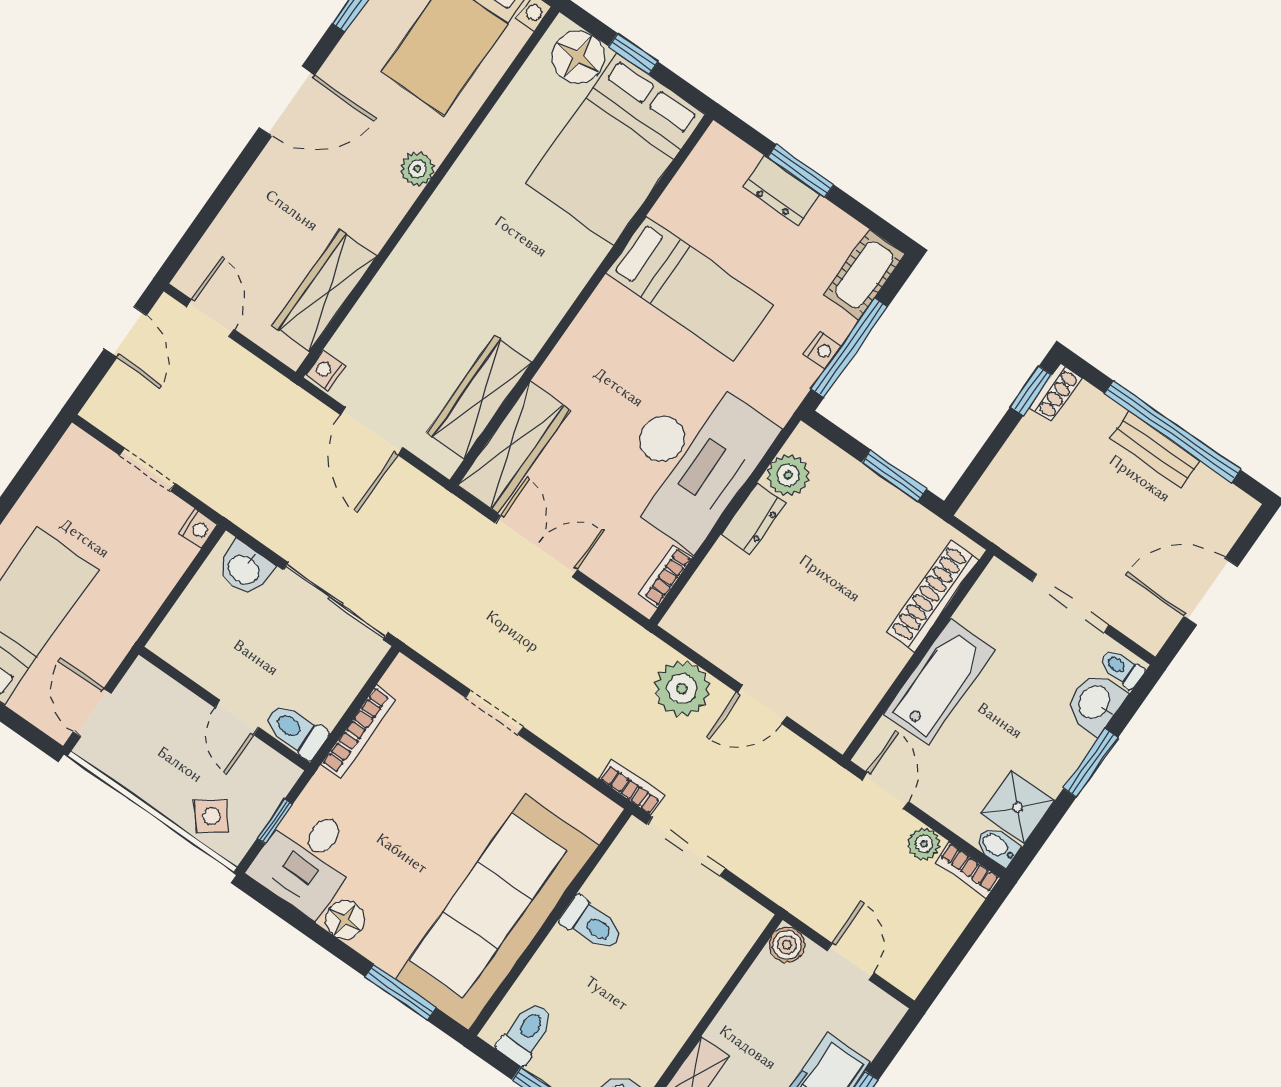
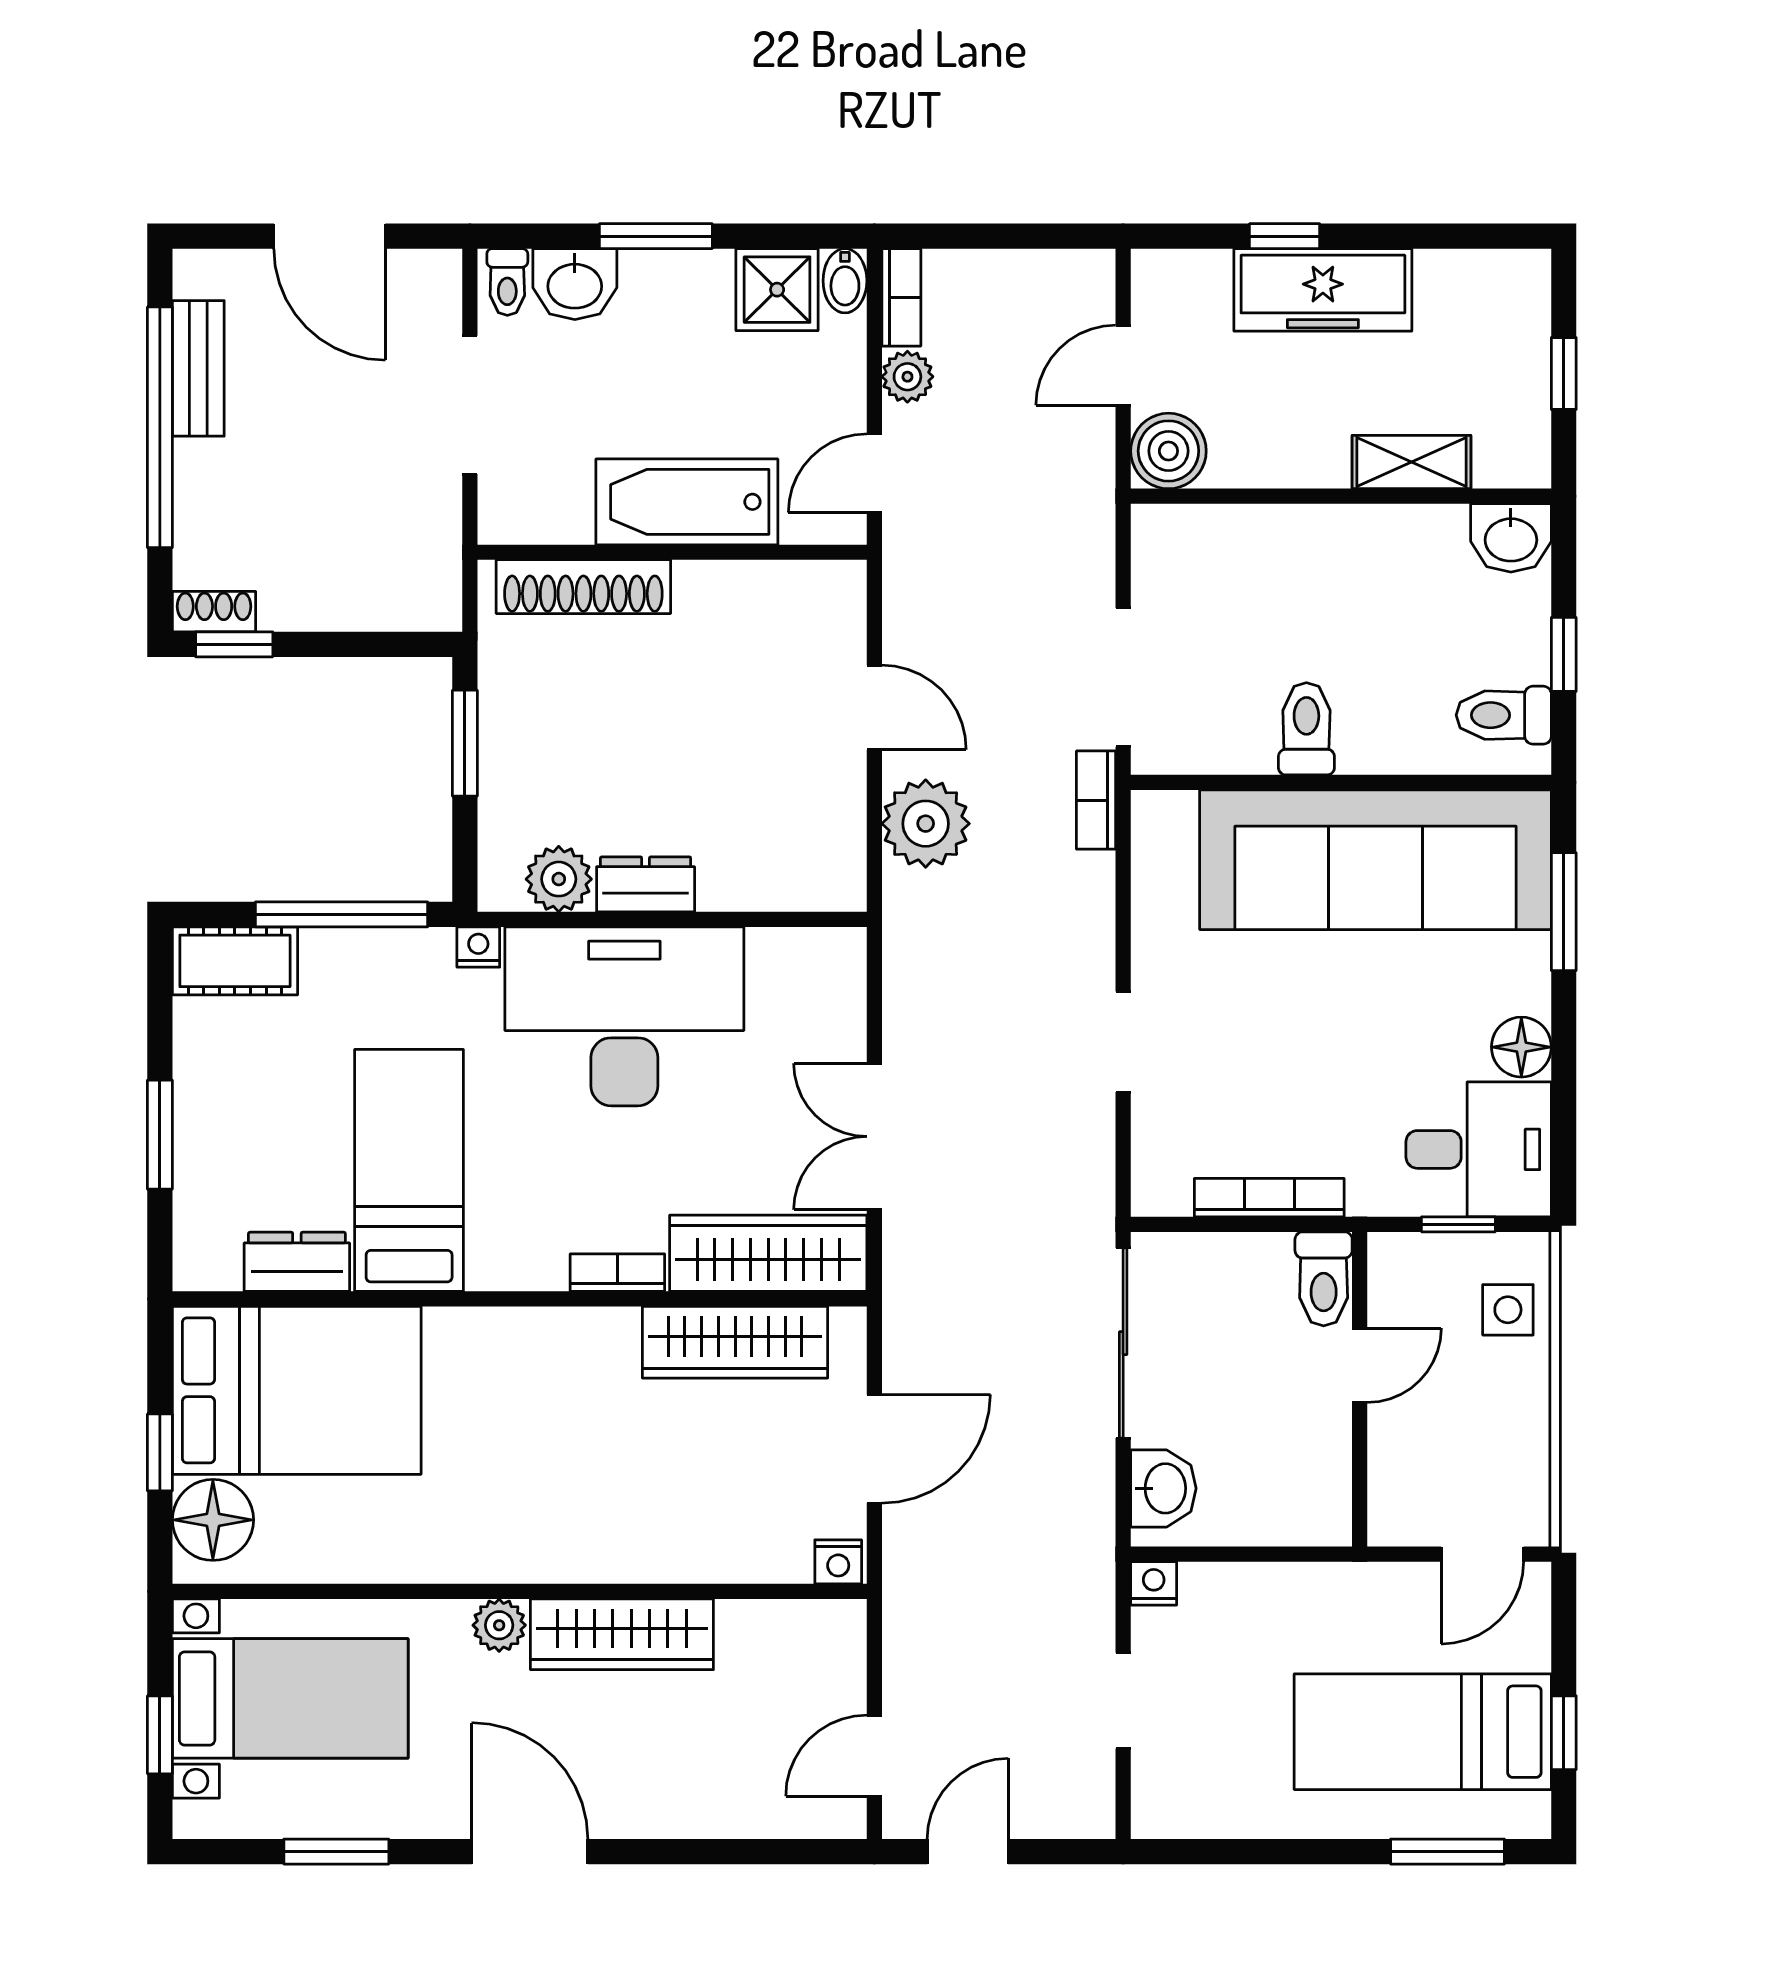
dresser: (781, 190) -> (297, 1262), moved, turned -90
wardrobe: (325, 291) -> (622, 1634), moved
nightstand: (822, 350) -> (478, 947), moved
bench: (1155, 450) -> (198, 368), moved
bookcase: (665, 575) -> (617, 1273), moved, turned 180
side table: (212, 816) -> (1508, 1310), turned 38
boiler: (787, 945) -> (1168, 451), width x1.36, depth x1.36

